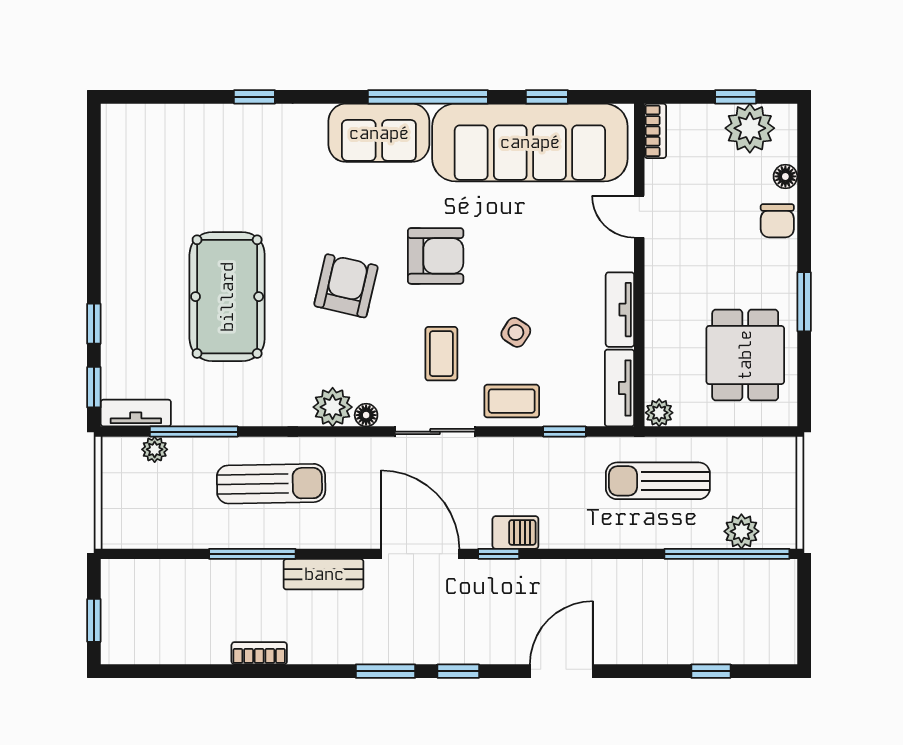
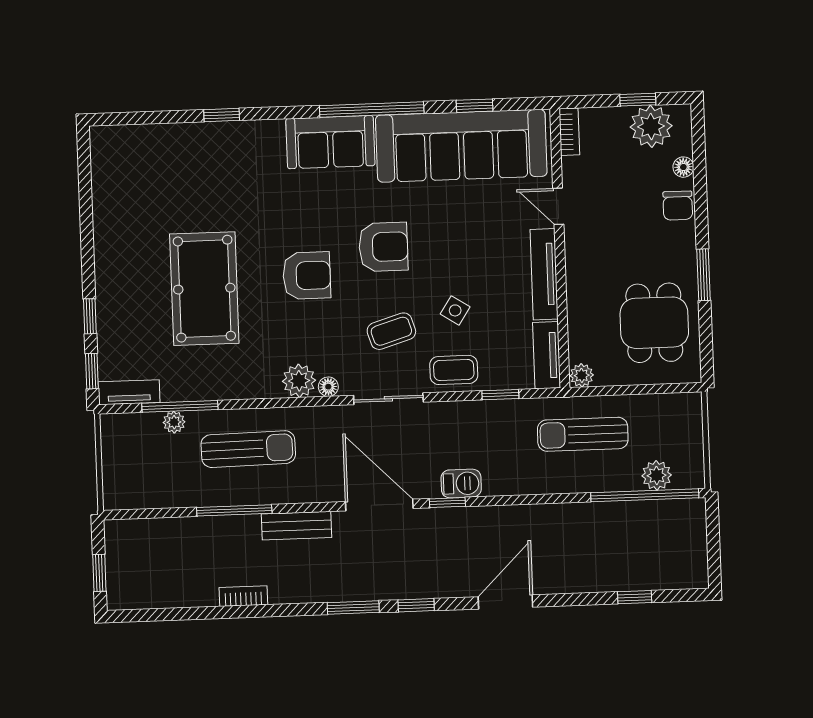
armchair: (346, 286) -> (307, 276), turned 77
tv unit: (620, 310) -> (544, 274), width x1.41
coffee table: (441, 354) -> (391, 331), turned 73
plant: (155, 449) -> (174, 422), moved

